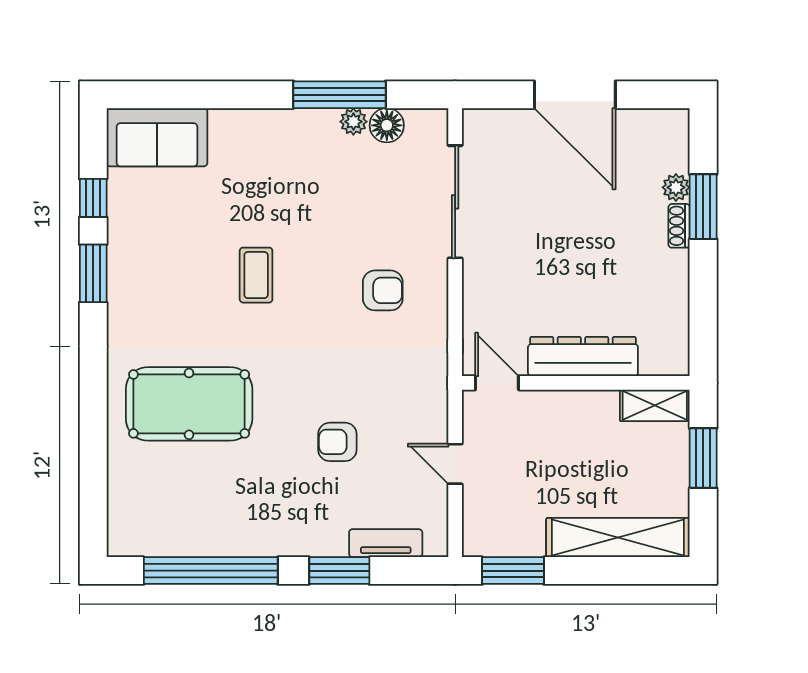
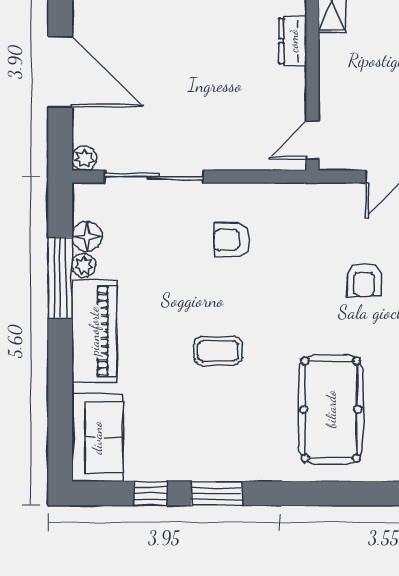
door: (575, 95) -> (60, 72), hinge flipped
plant: (476, 122) -> (84, 158), added
piano: (279, 134) -> (94, 331), added
armchair: (383, 290) -> (231, 240), turned -90
dresser: (583, 357) -> (293, 41), width x0.51, depth x0.80

